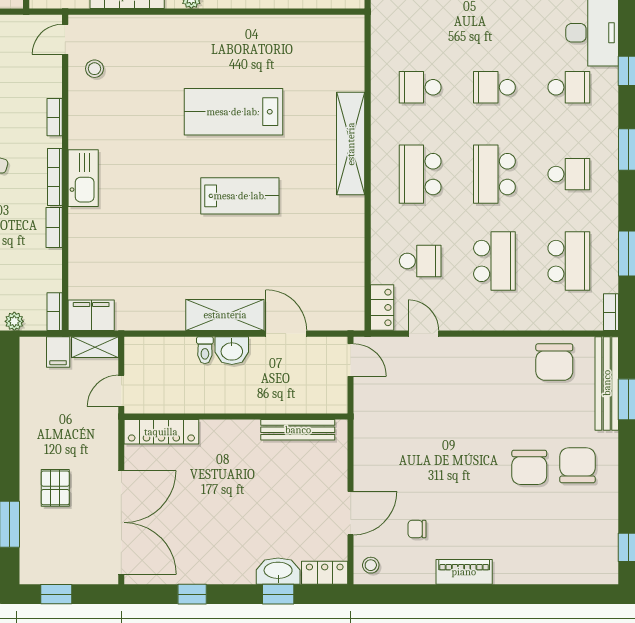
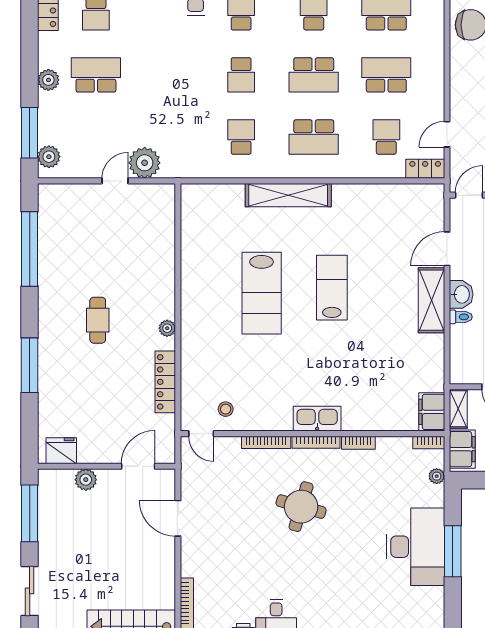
school desk: (420, 87) -> (241, 137), turned 180
bookcase: (55, 117) -> (266, 442), width x1.56
filing cabinet: (58, 352) -> (462, 449), width x2.00

